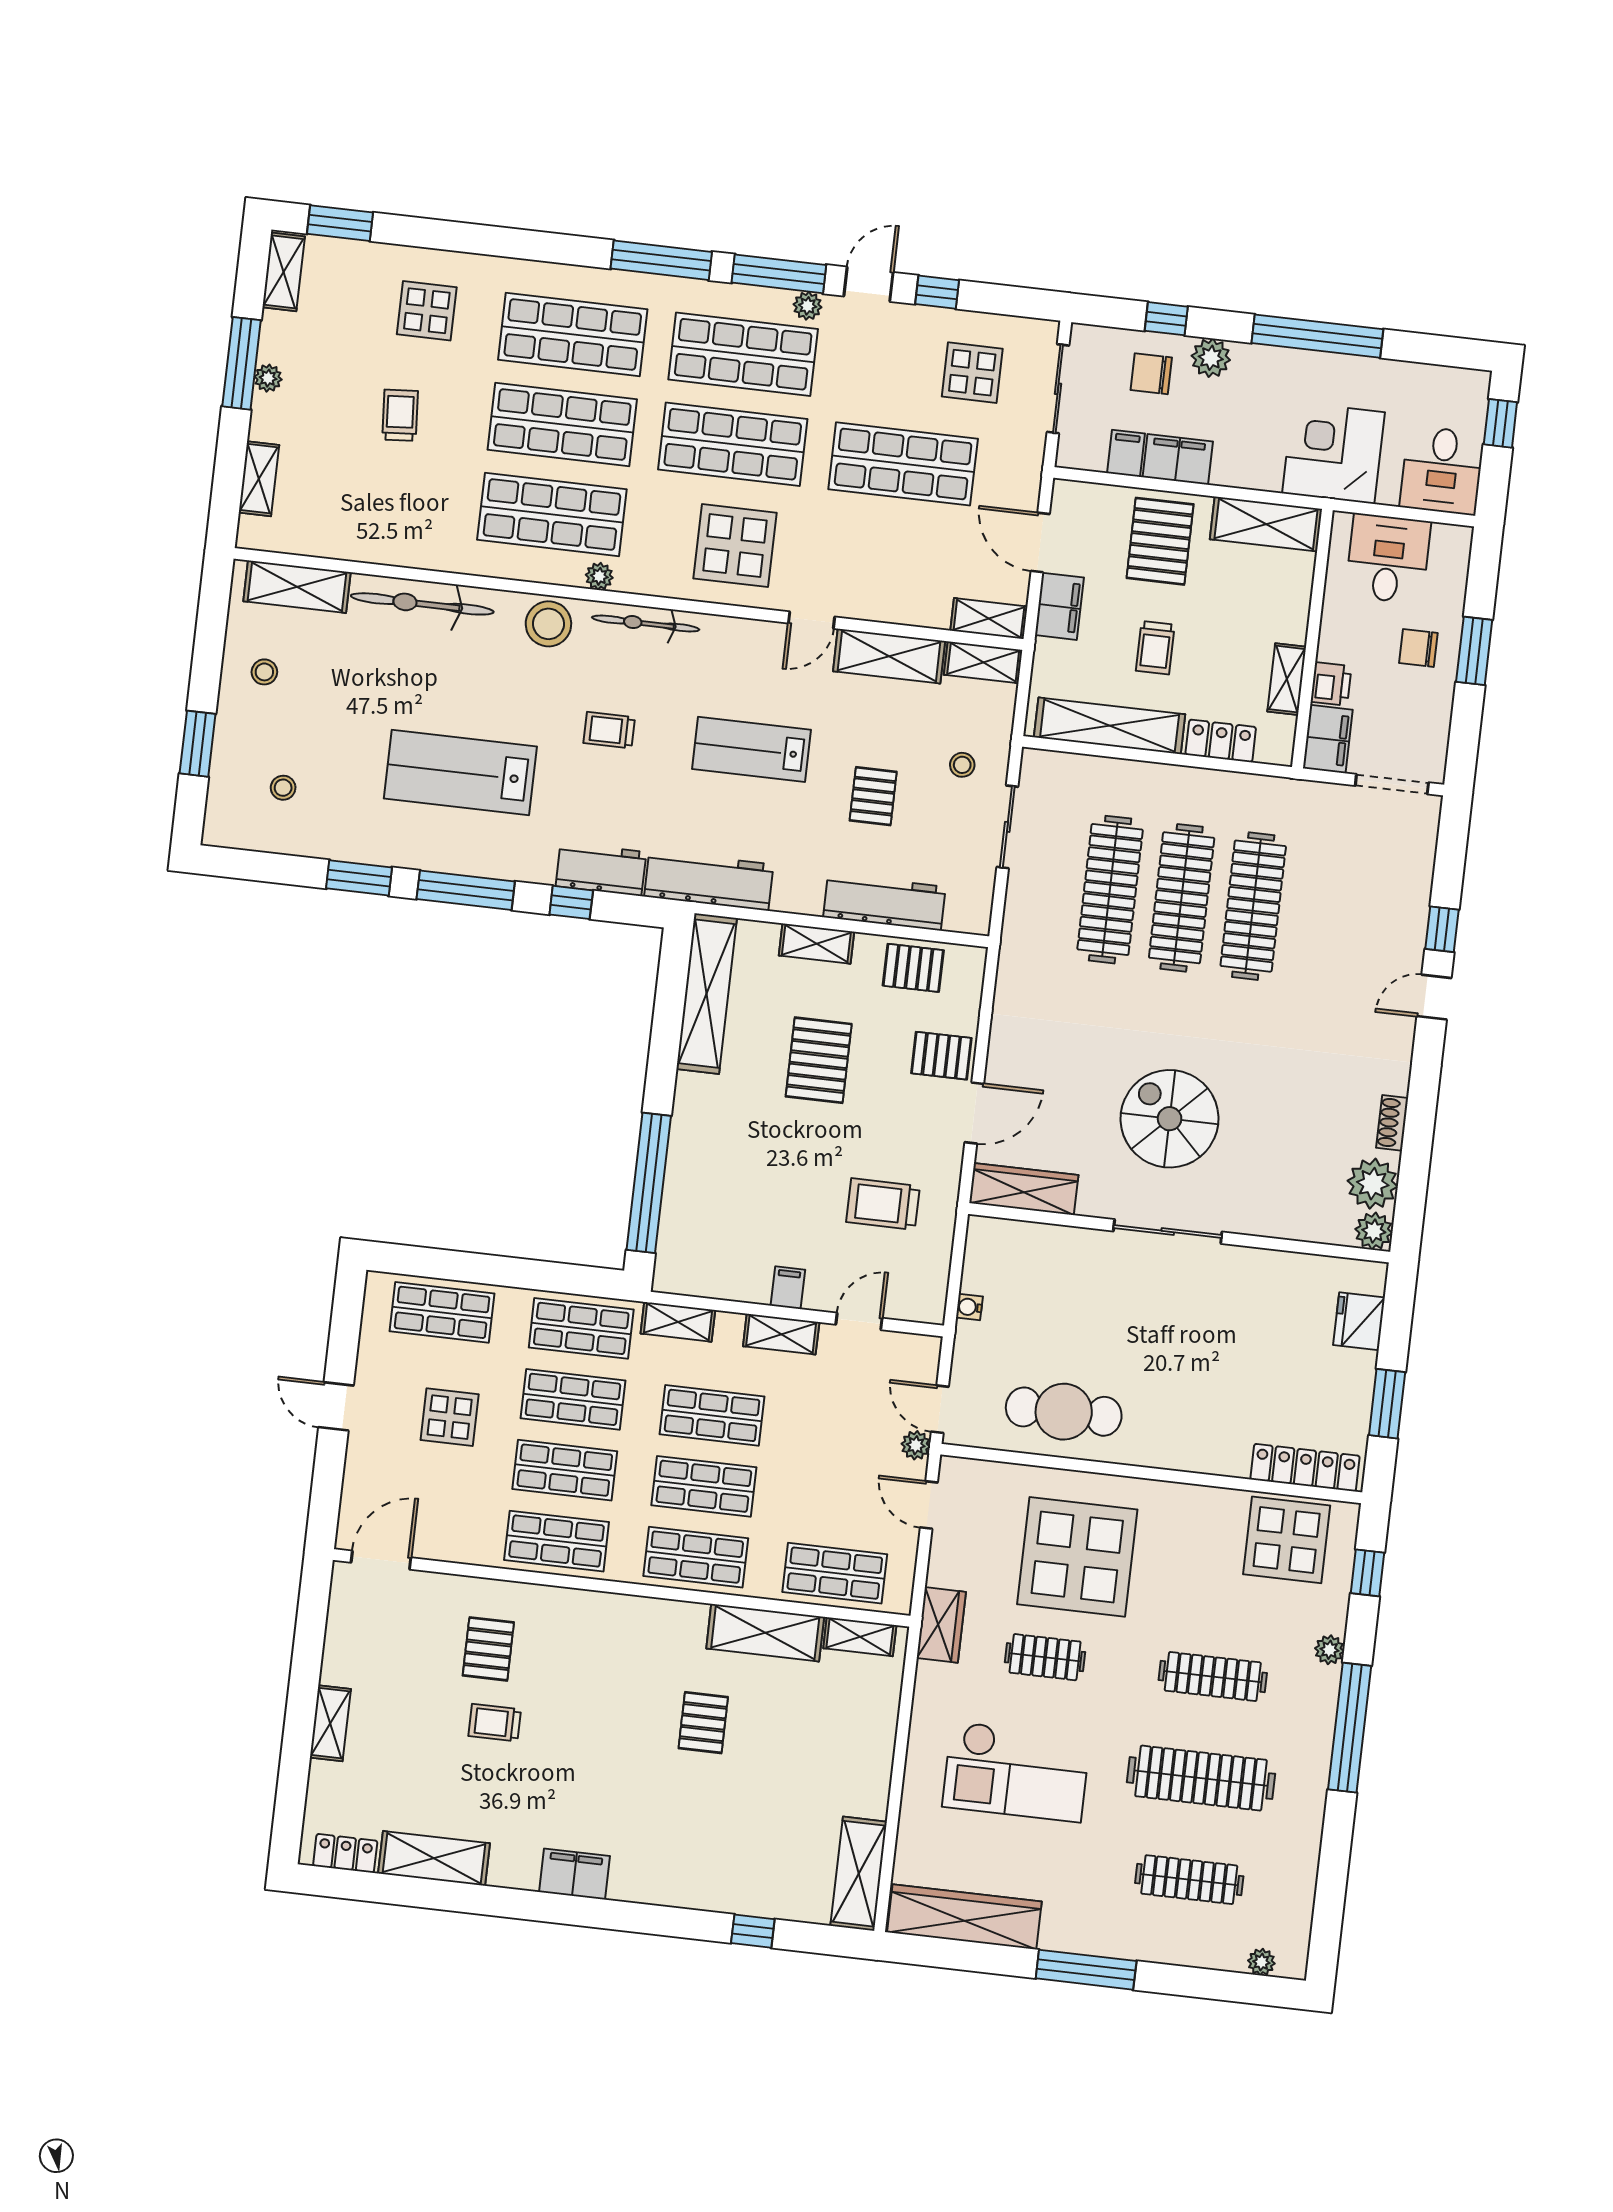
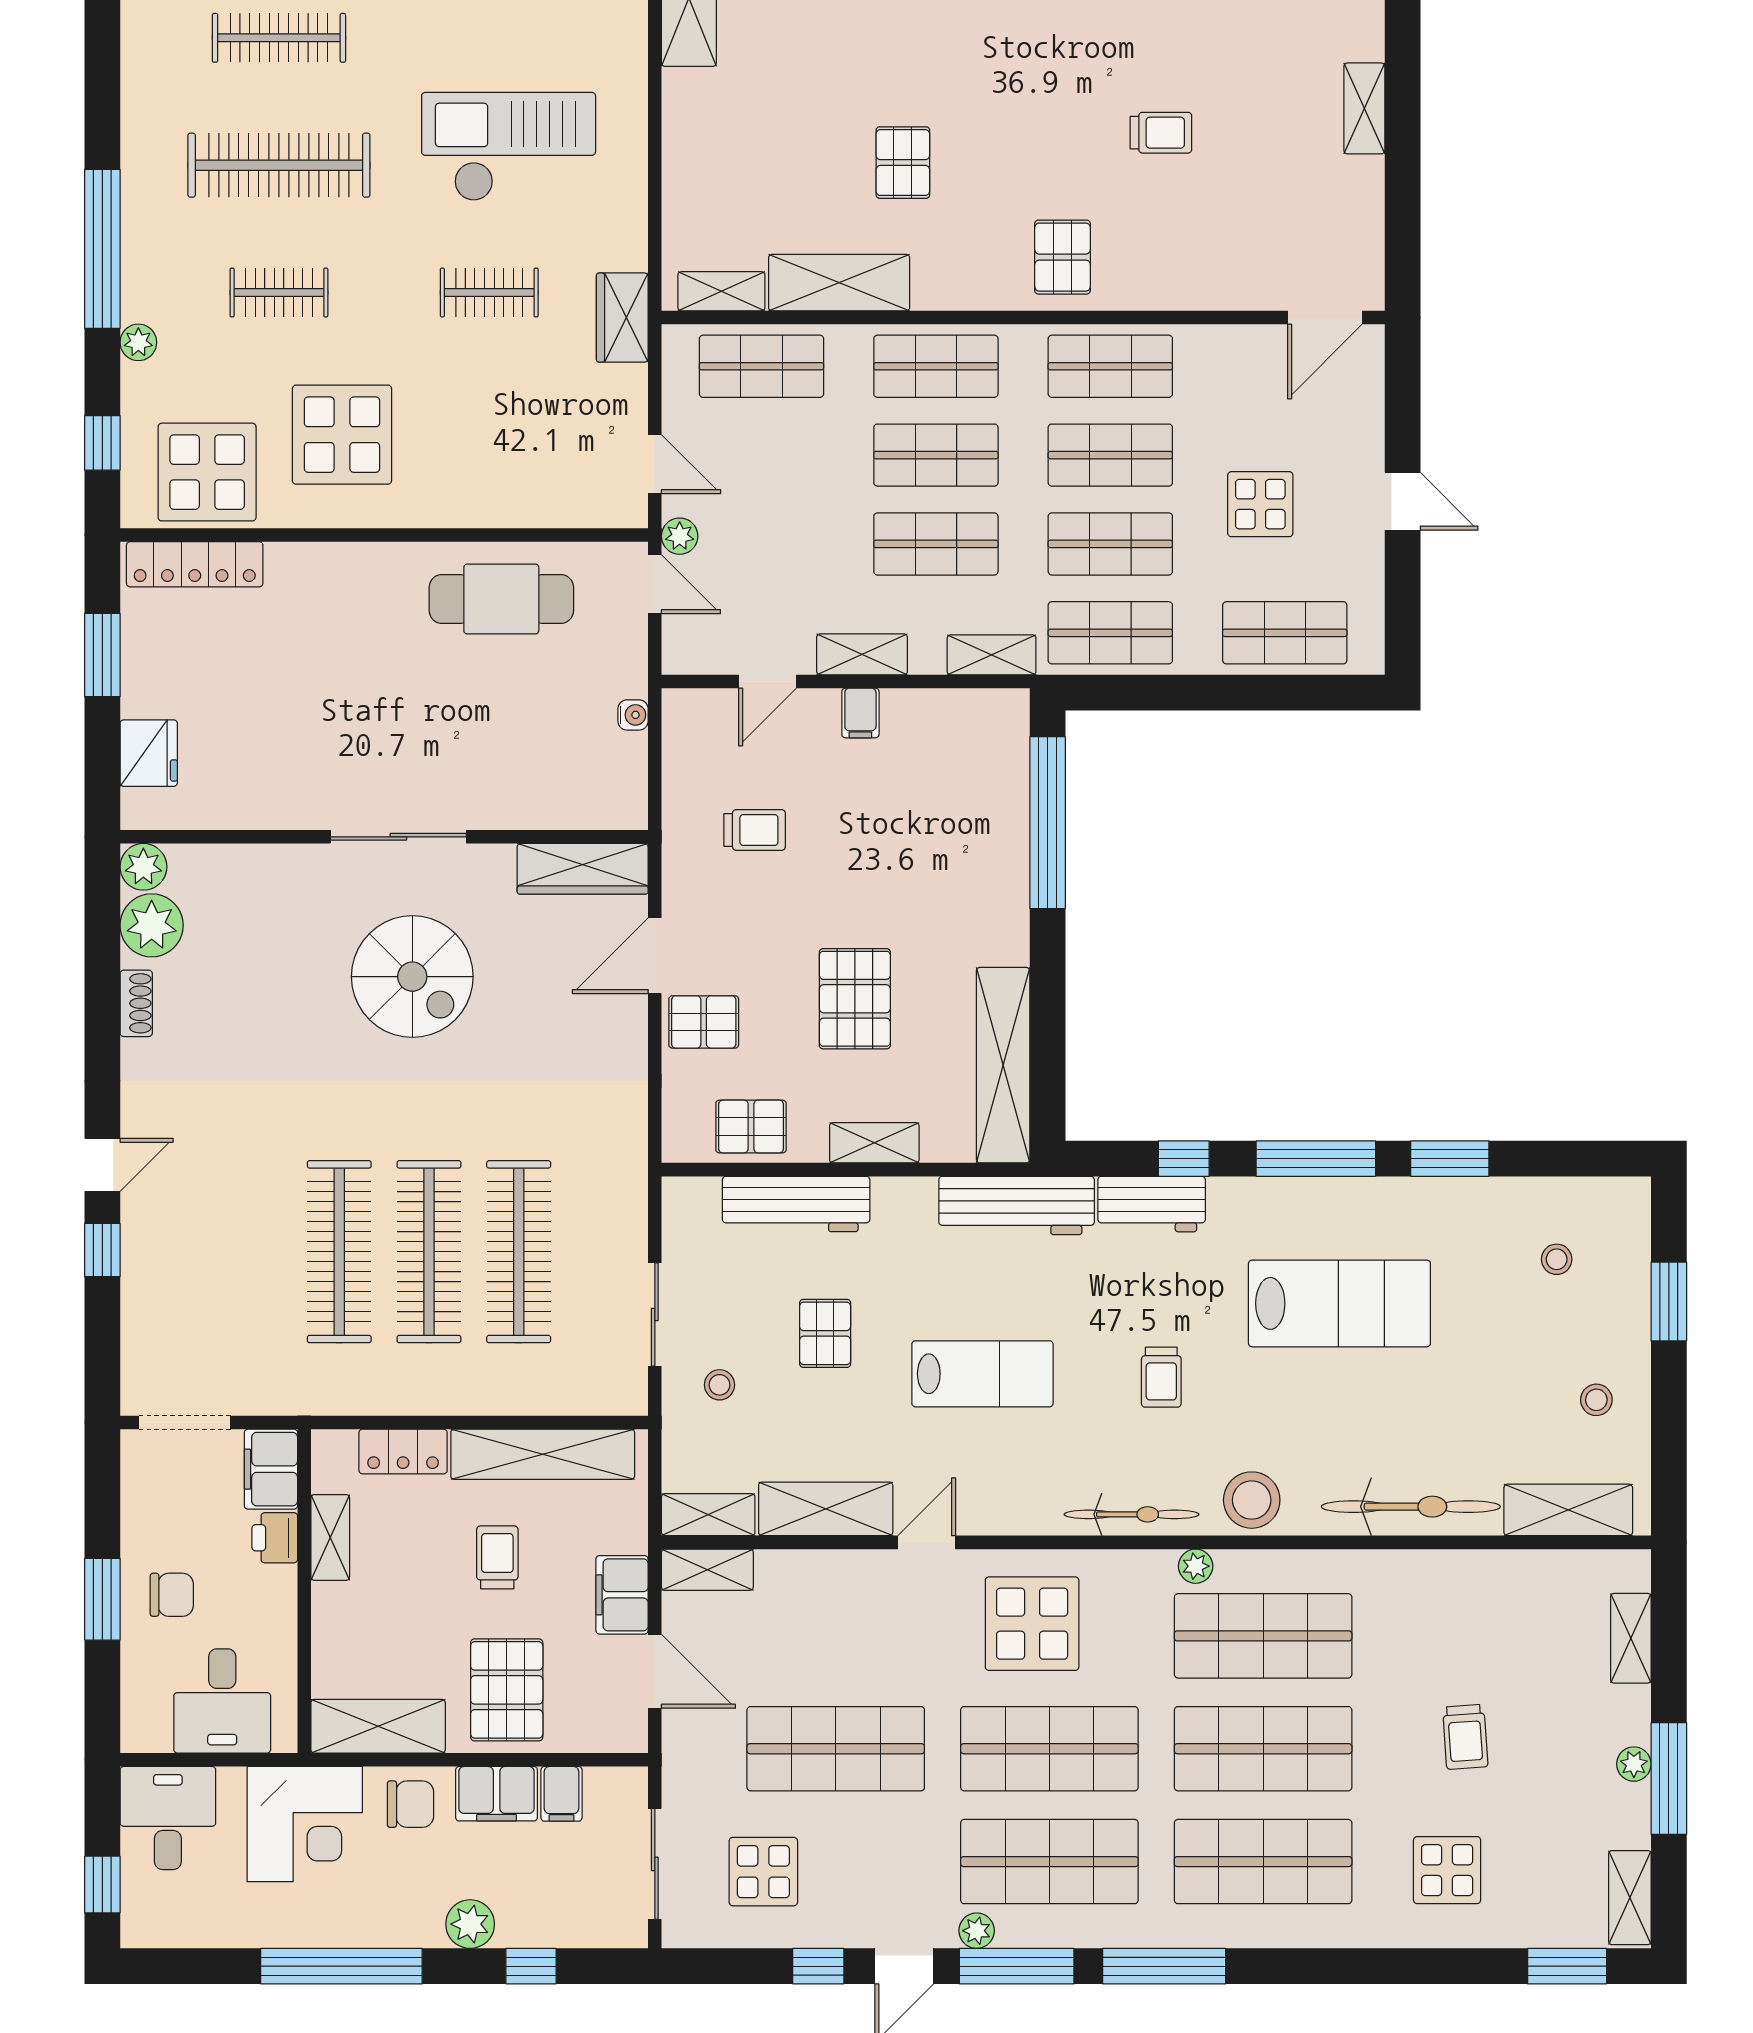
chair: (1151, 374) -> (411, 1804), moved
trolley: (609, 730) -> (1161, 1377), turned 90
trolley: (883, 1204) -> (755, 830), width x0.73, depth x0.72
display table: (1077, 1557) -> (342, 435), moved, width x0.73, depth x0.73
pallet: (488, 1649) -> (1063, 257), moved
clothes rail: (1213, 1677) -> (279, 292), width x0.73

